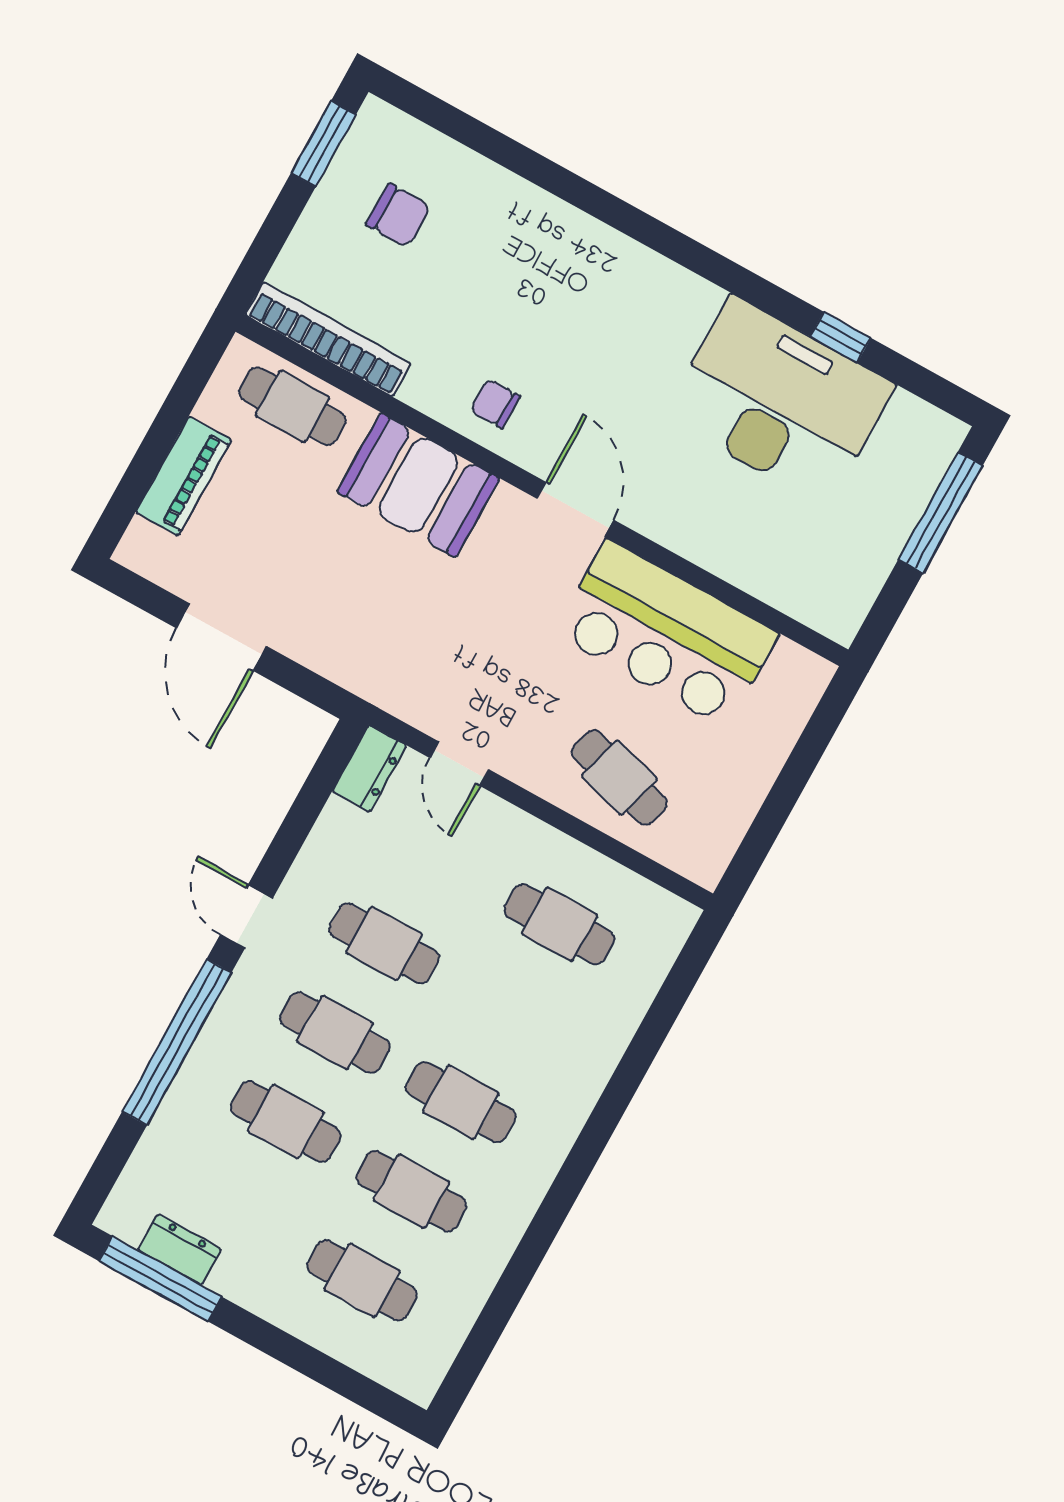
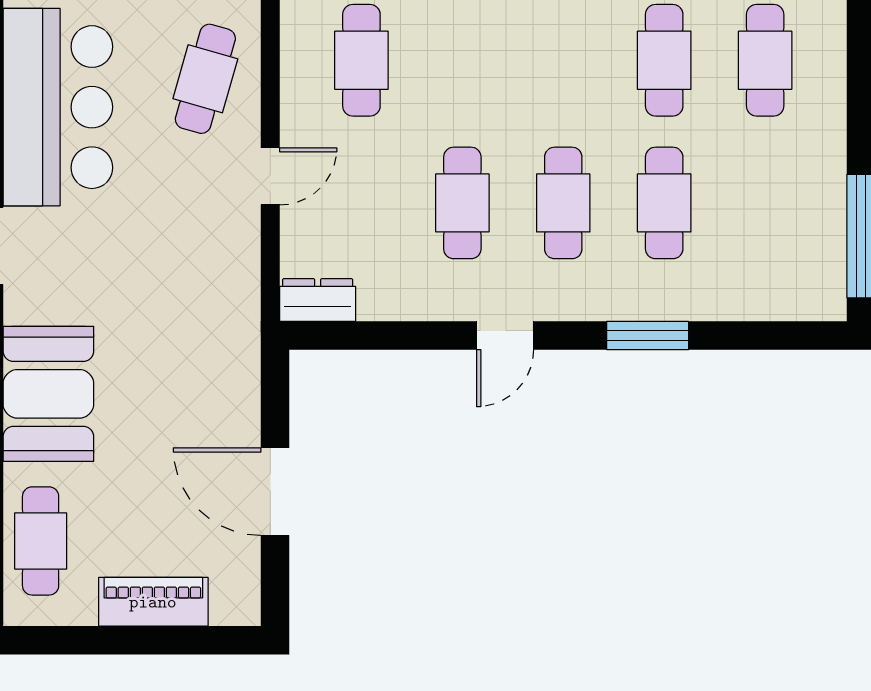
door: (221, 637) -> (275, 492), swing flipped
door: (459, 764) -> (270, 176), moved
window: (177, 1042) -> (648, 336), width x0.47
cafe table: (461, 1102) -> (563, 60), removed
dresser: (179, 1250) -> (826, 233), removed

